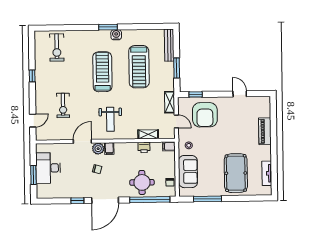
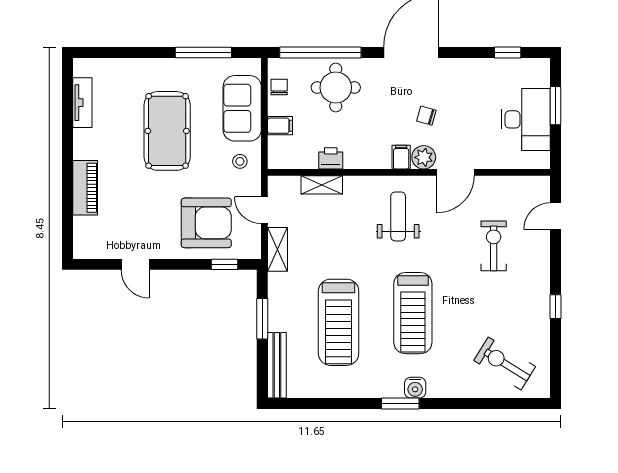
water cooler: (116, 35) -> (415, 388), moved
exercise bike: (57, 47) -> (505, 364), turned -58
treadmill: (139, 67) -> (339, 322), turned 180
armchair: (205, 115) -> (206, 223), turned 90
filing cabinet: (169, 146) -> (280, 126), moved
pool table: (236, 173) -> (167, 131), moved
window: (77, 201) -> (508, 52), moved

